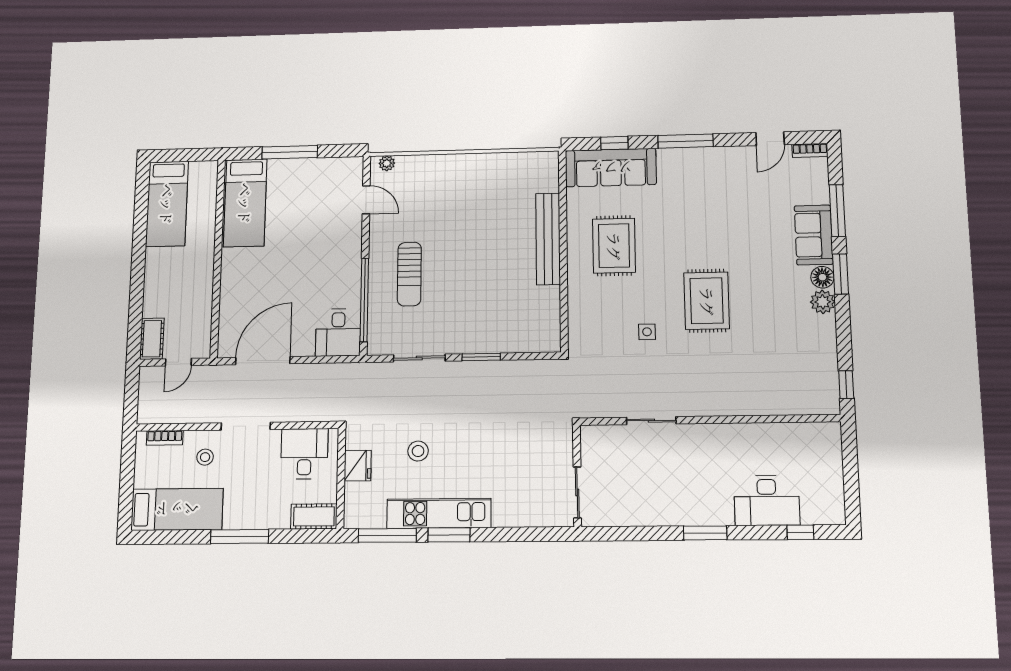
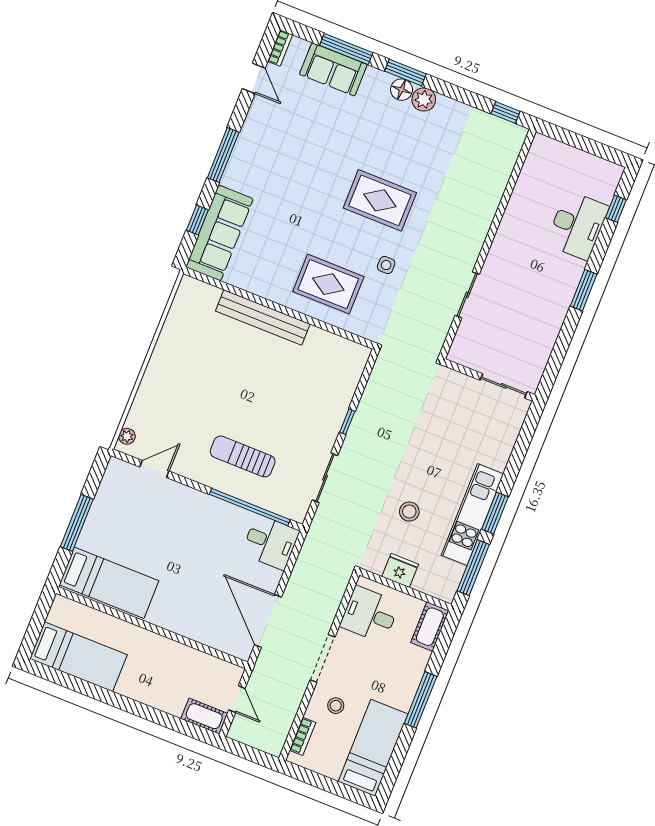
sofa: (814, 235) -> (333, 69), moved
rug: (614, 246) -> (328, 284), moved
sun lounger: (409, 274) -> (243, 456), turned 180
window: (481, 357) -> (347, 422), width x0.67

